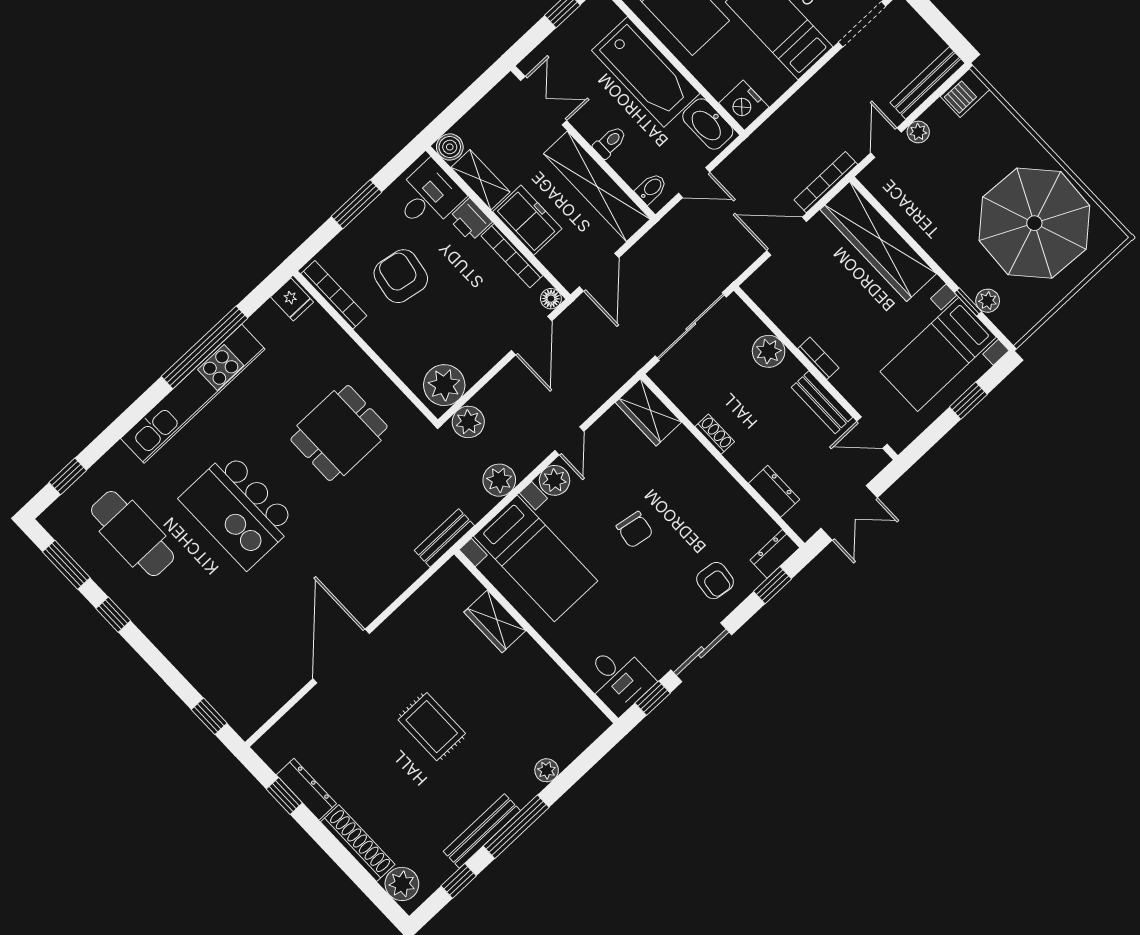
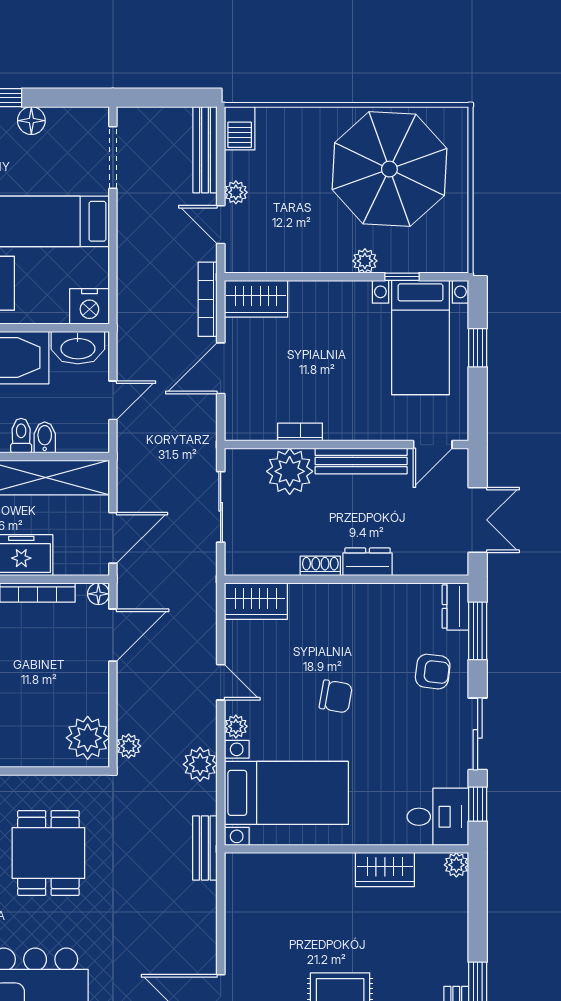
bidet: (651, 188) -> (45, 437), moved
wardrobe: (878, 242) -> (256, 299), width x0.48, depth x0.85
door: (599, 272) -> (113, 538), hinge flipped
plant: (988, 301) -> (365, 261), moved
sliding door: (691, 327) -> (221, 507), width x0.73
door: (532, 336) -> (113, 635), hinge flipped
plant: (769, 351) -> (290, 471), width x1.36, depth x1.36
bookcase: (818, 358) -> (300, 432), moved
bench: (822, 402) -> (361, 461), width x1.36
plant: (468, 422) -> (129, 746), width x0.73, depth x0.73
plant: (554, 480) -> (236, 726), width x0.73, depth x0.73
dresser: (774, 491) -> (368, 562), moved
window: (773, 585) -> (478, 631), width x1.50
wardrobe: (495, 621) -> (385, 870), moved
plant: (547, 770) -> (456, 865), moved

